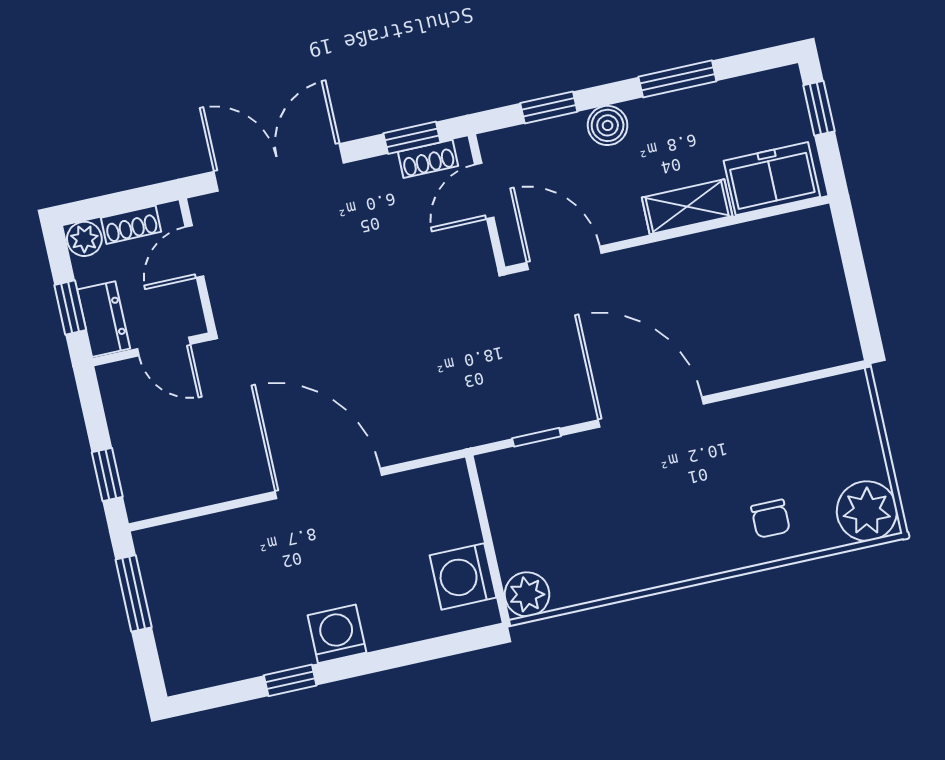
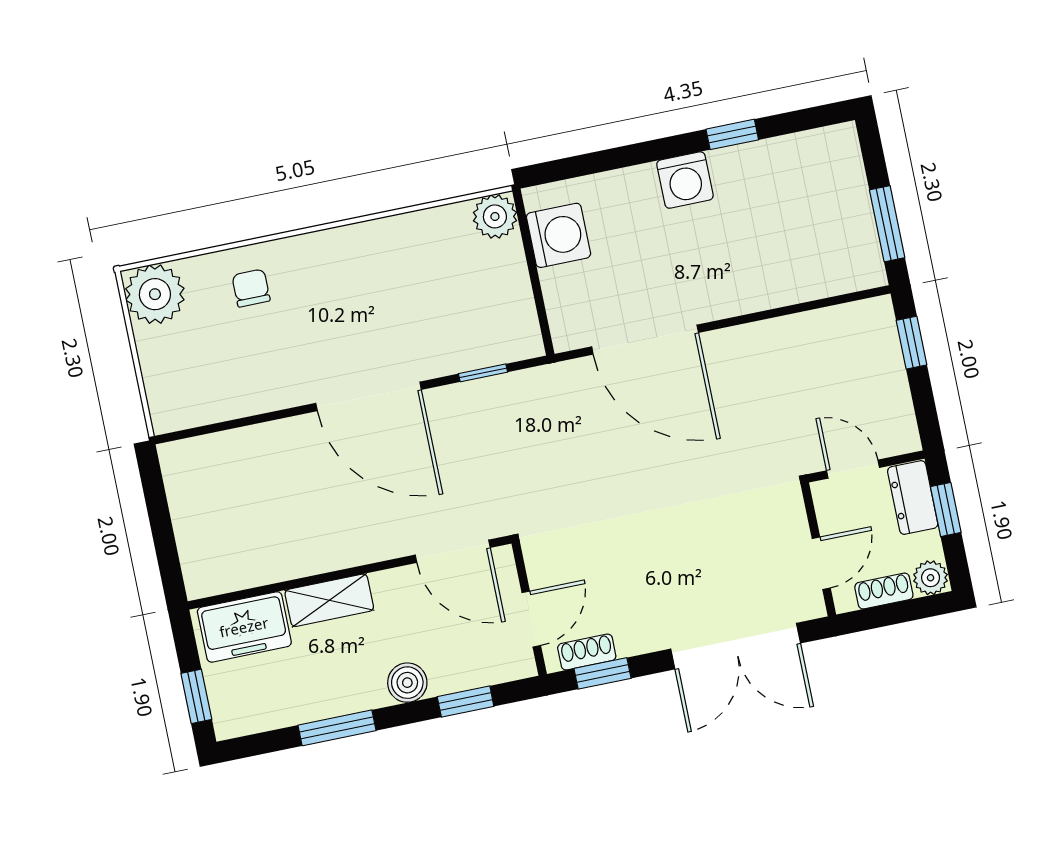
door: (328, 483) -> (645, 340), moved

